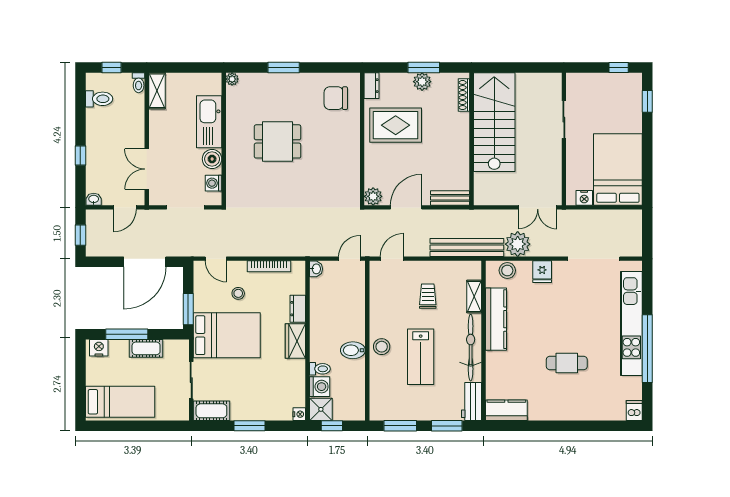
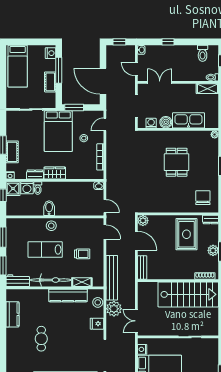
dresser: (298, 309) -> (35, 175), moved
kitchen counter: (506, 410) -> (12, 314), moved
cot: (211, 411) -> (12, 152), moved

